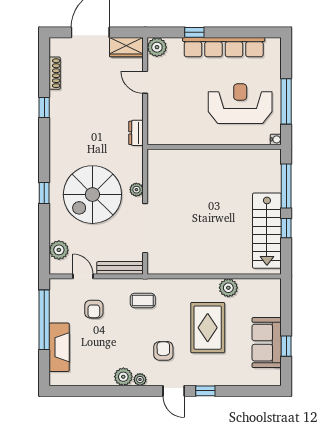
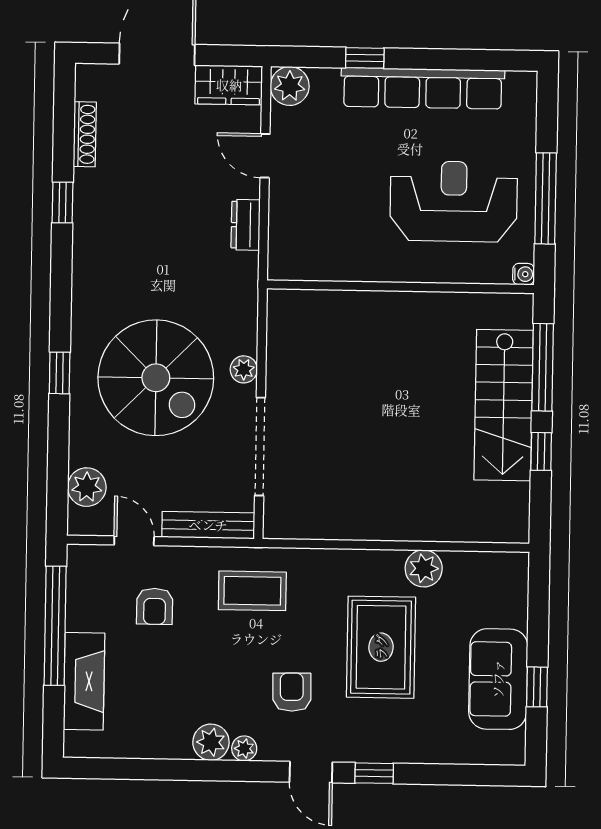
dresser: (136, 133) -> (246, 225), moved
spiral stairs: (92, 195) -> (156, 378), turned -90
stairs: (267, 231) -> (504, 405), moved
coffee table: (143, 300) -> (252, 591), width x1.36, depth x1.30

